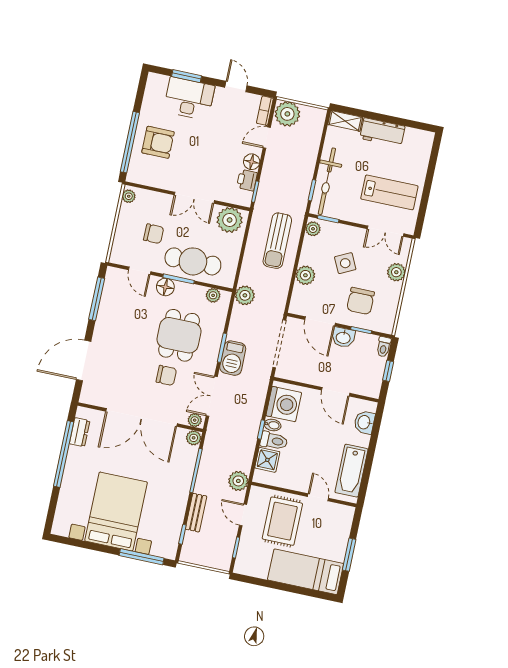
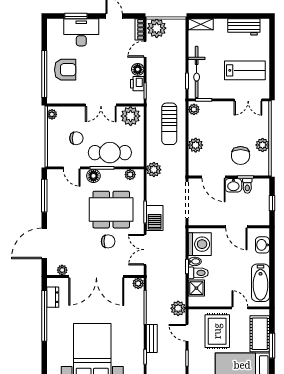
workbench: (382, 132) -> (244, 27), moved
side table: (345, 263) -> (223, 130), removed
plant: (396, 272) -> (263, 145), moved
dining table: (179, 335) -> (111, 210), width x1.38
toilet: (384, 347) -> (247, 186), moved
plant: (195, 420) -> (62, 270), moved
cot: (337, 536) -> (260, 334), added

